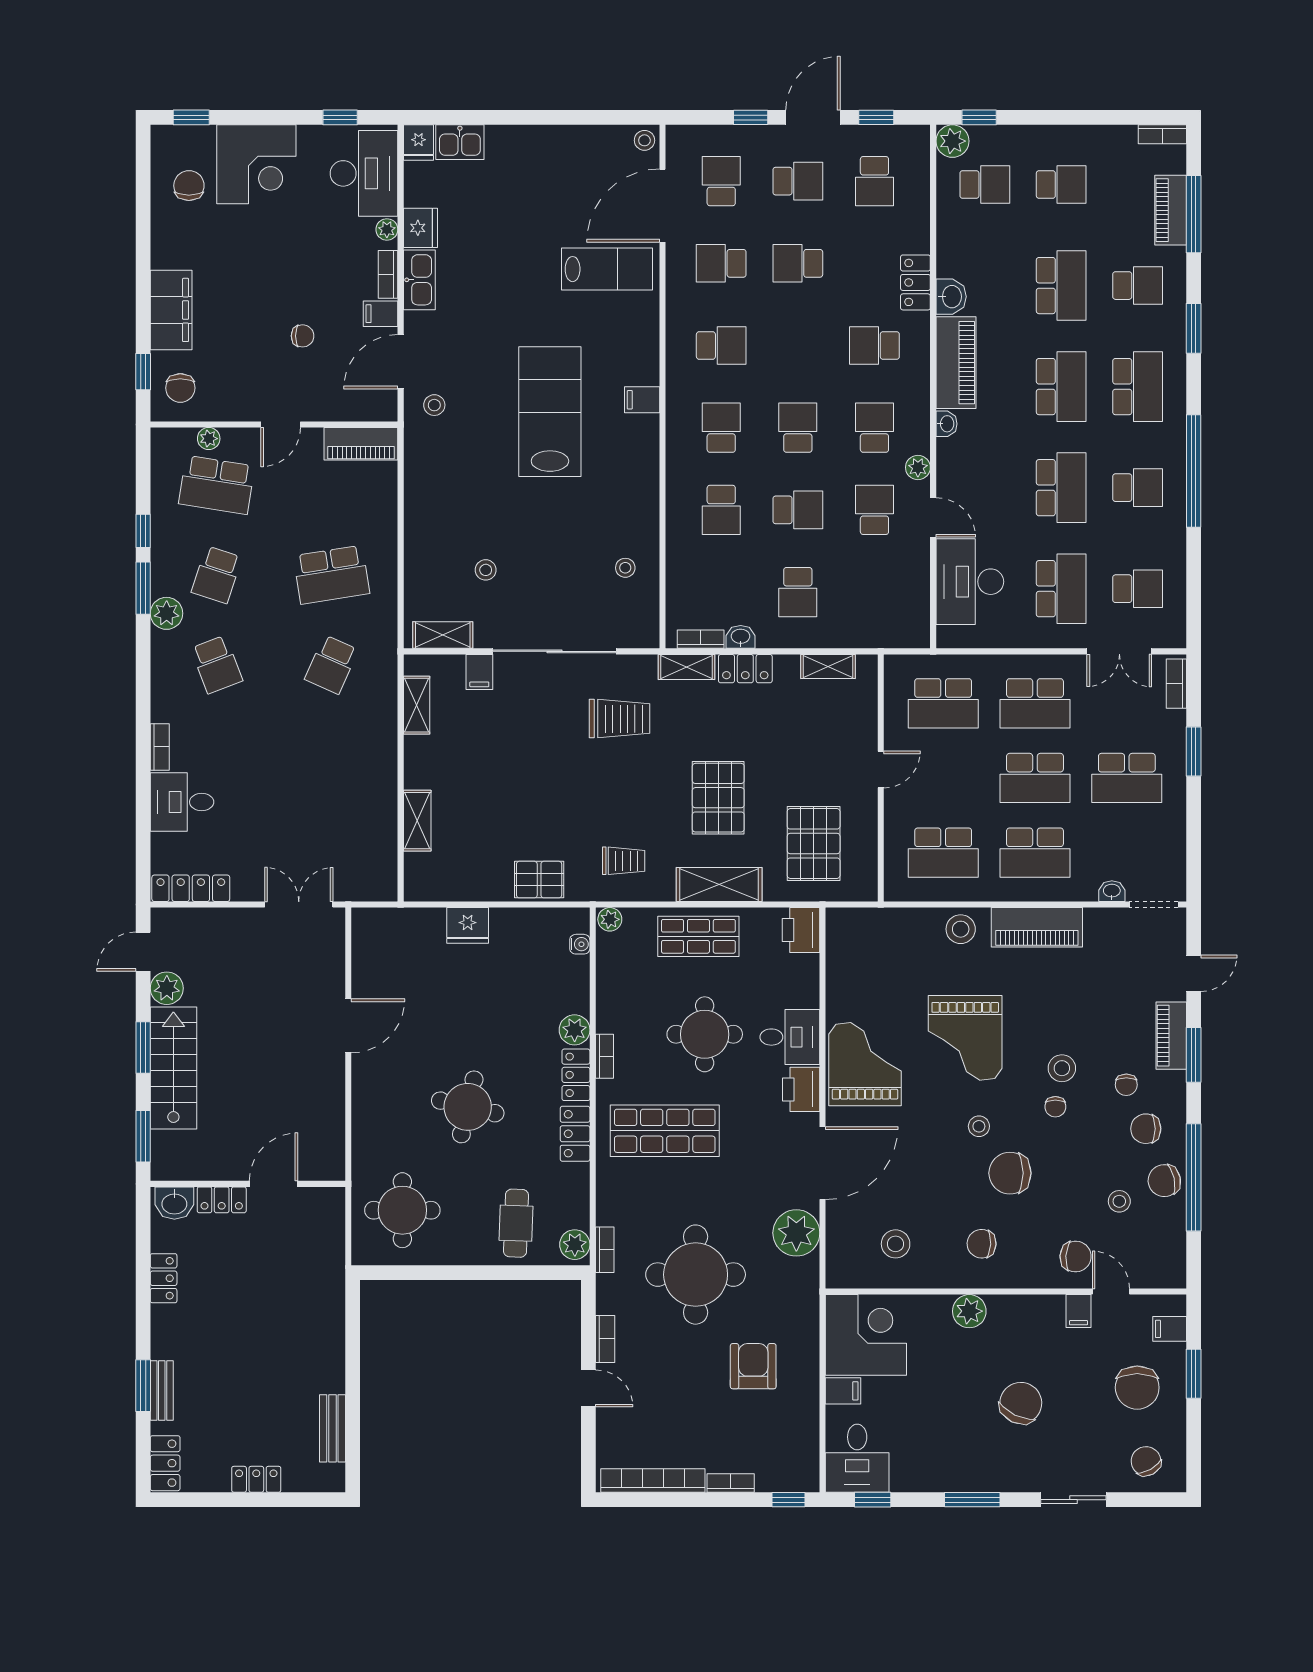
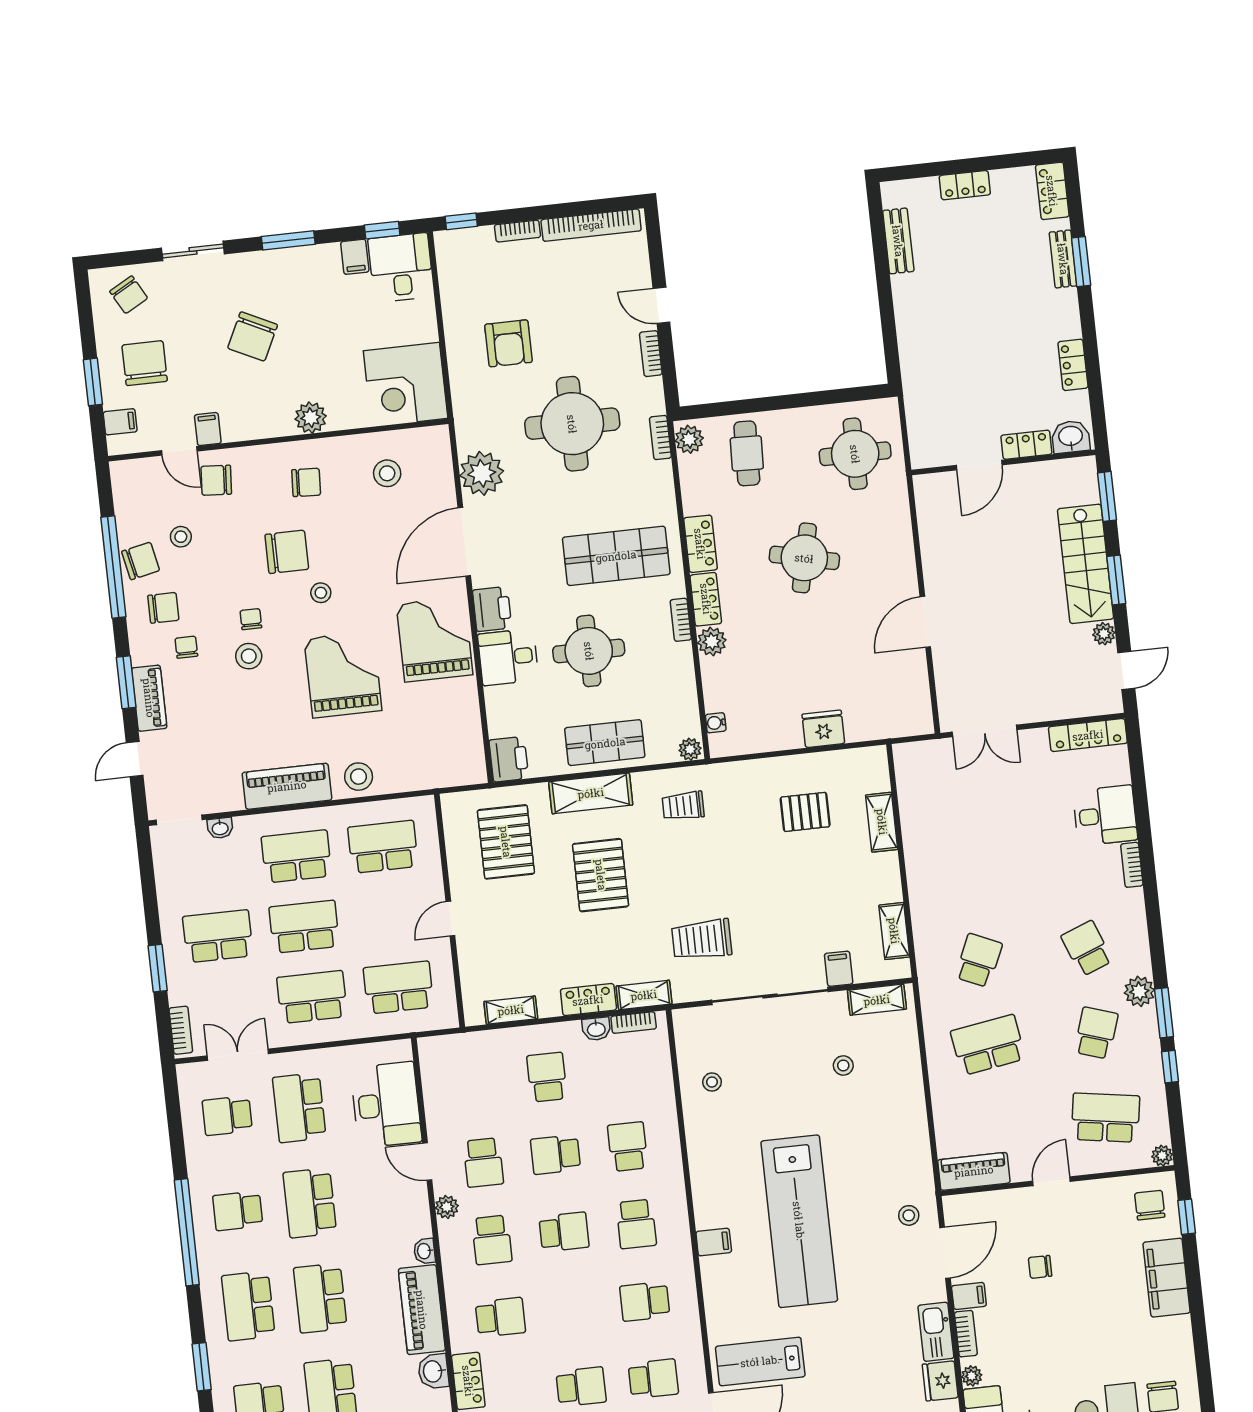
lab bench: (550, 412) -> (799, 1221), width x1.36
school desk: (798, 428) -> (564, 1232), turned -90
plant: (209, 439) -> (1162, 1156), moved
pallet: (539, 880) -> (805, 812), moved
plant: (167, 988) -> (1104, 634), width x0.73, depth x0.73
grand piano: (865, 1064) -> (435, 639), turned 180
filing cabinet: (843, 1391) -> (355, 257), moved, turned -90

